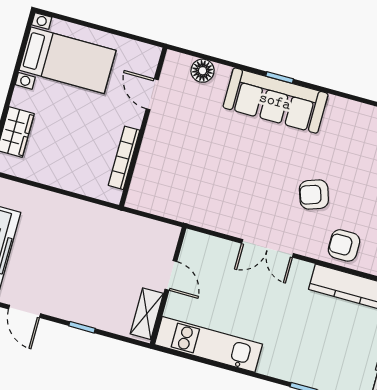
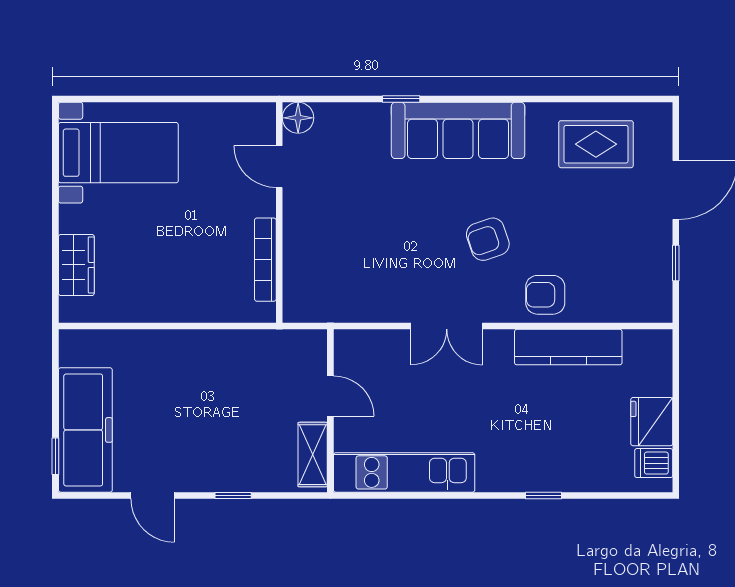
door: (152, 94) -> (279, 167), moved
sofa: (275, 101) -> (458, 130), moved
wall: (143, 127) -> (279, 212), moved
bookcase: (124, 158) -> (265, 260), moved

